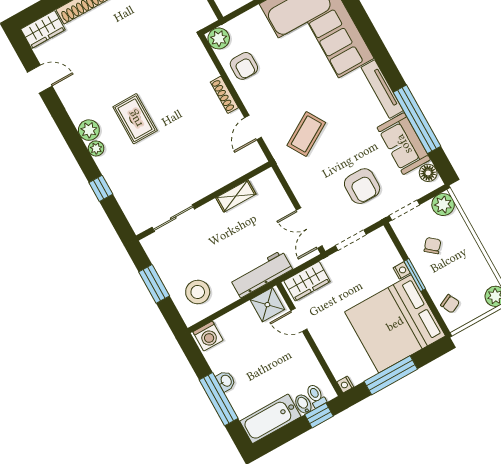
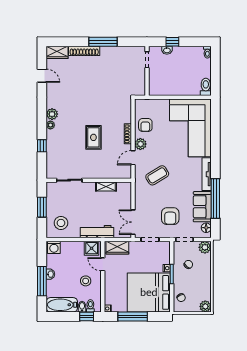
plant: (219, 38) -> (140, 144), moved
rug: (135, 119) -> (93, 137), moved
stool: (287, 361) -> (86, 281), added

